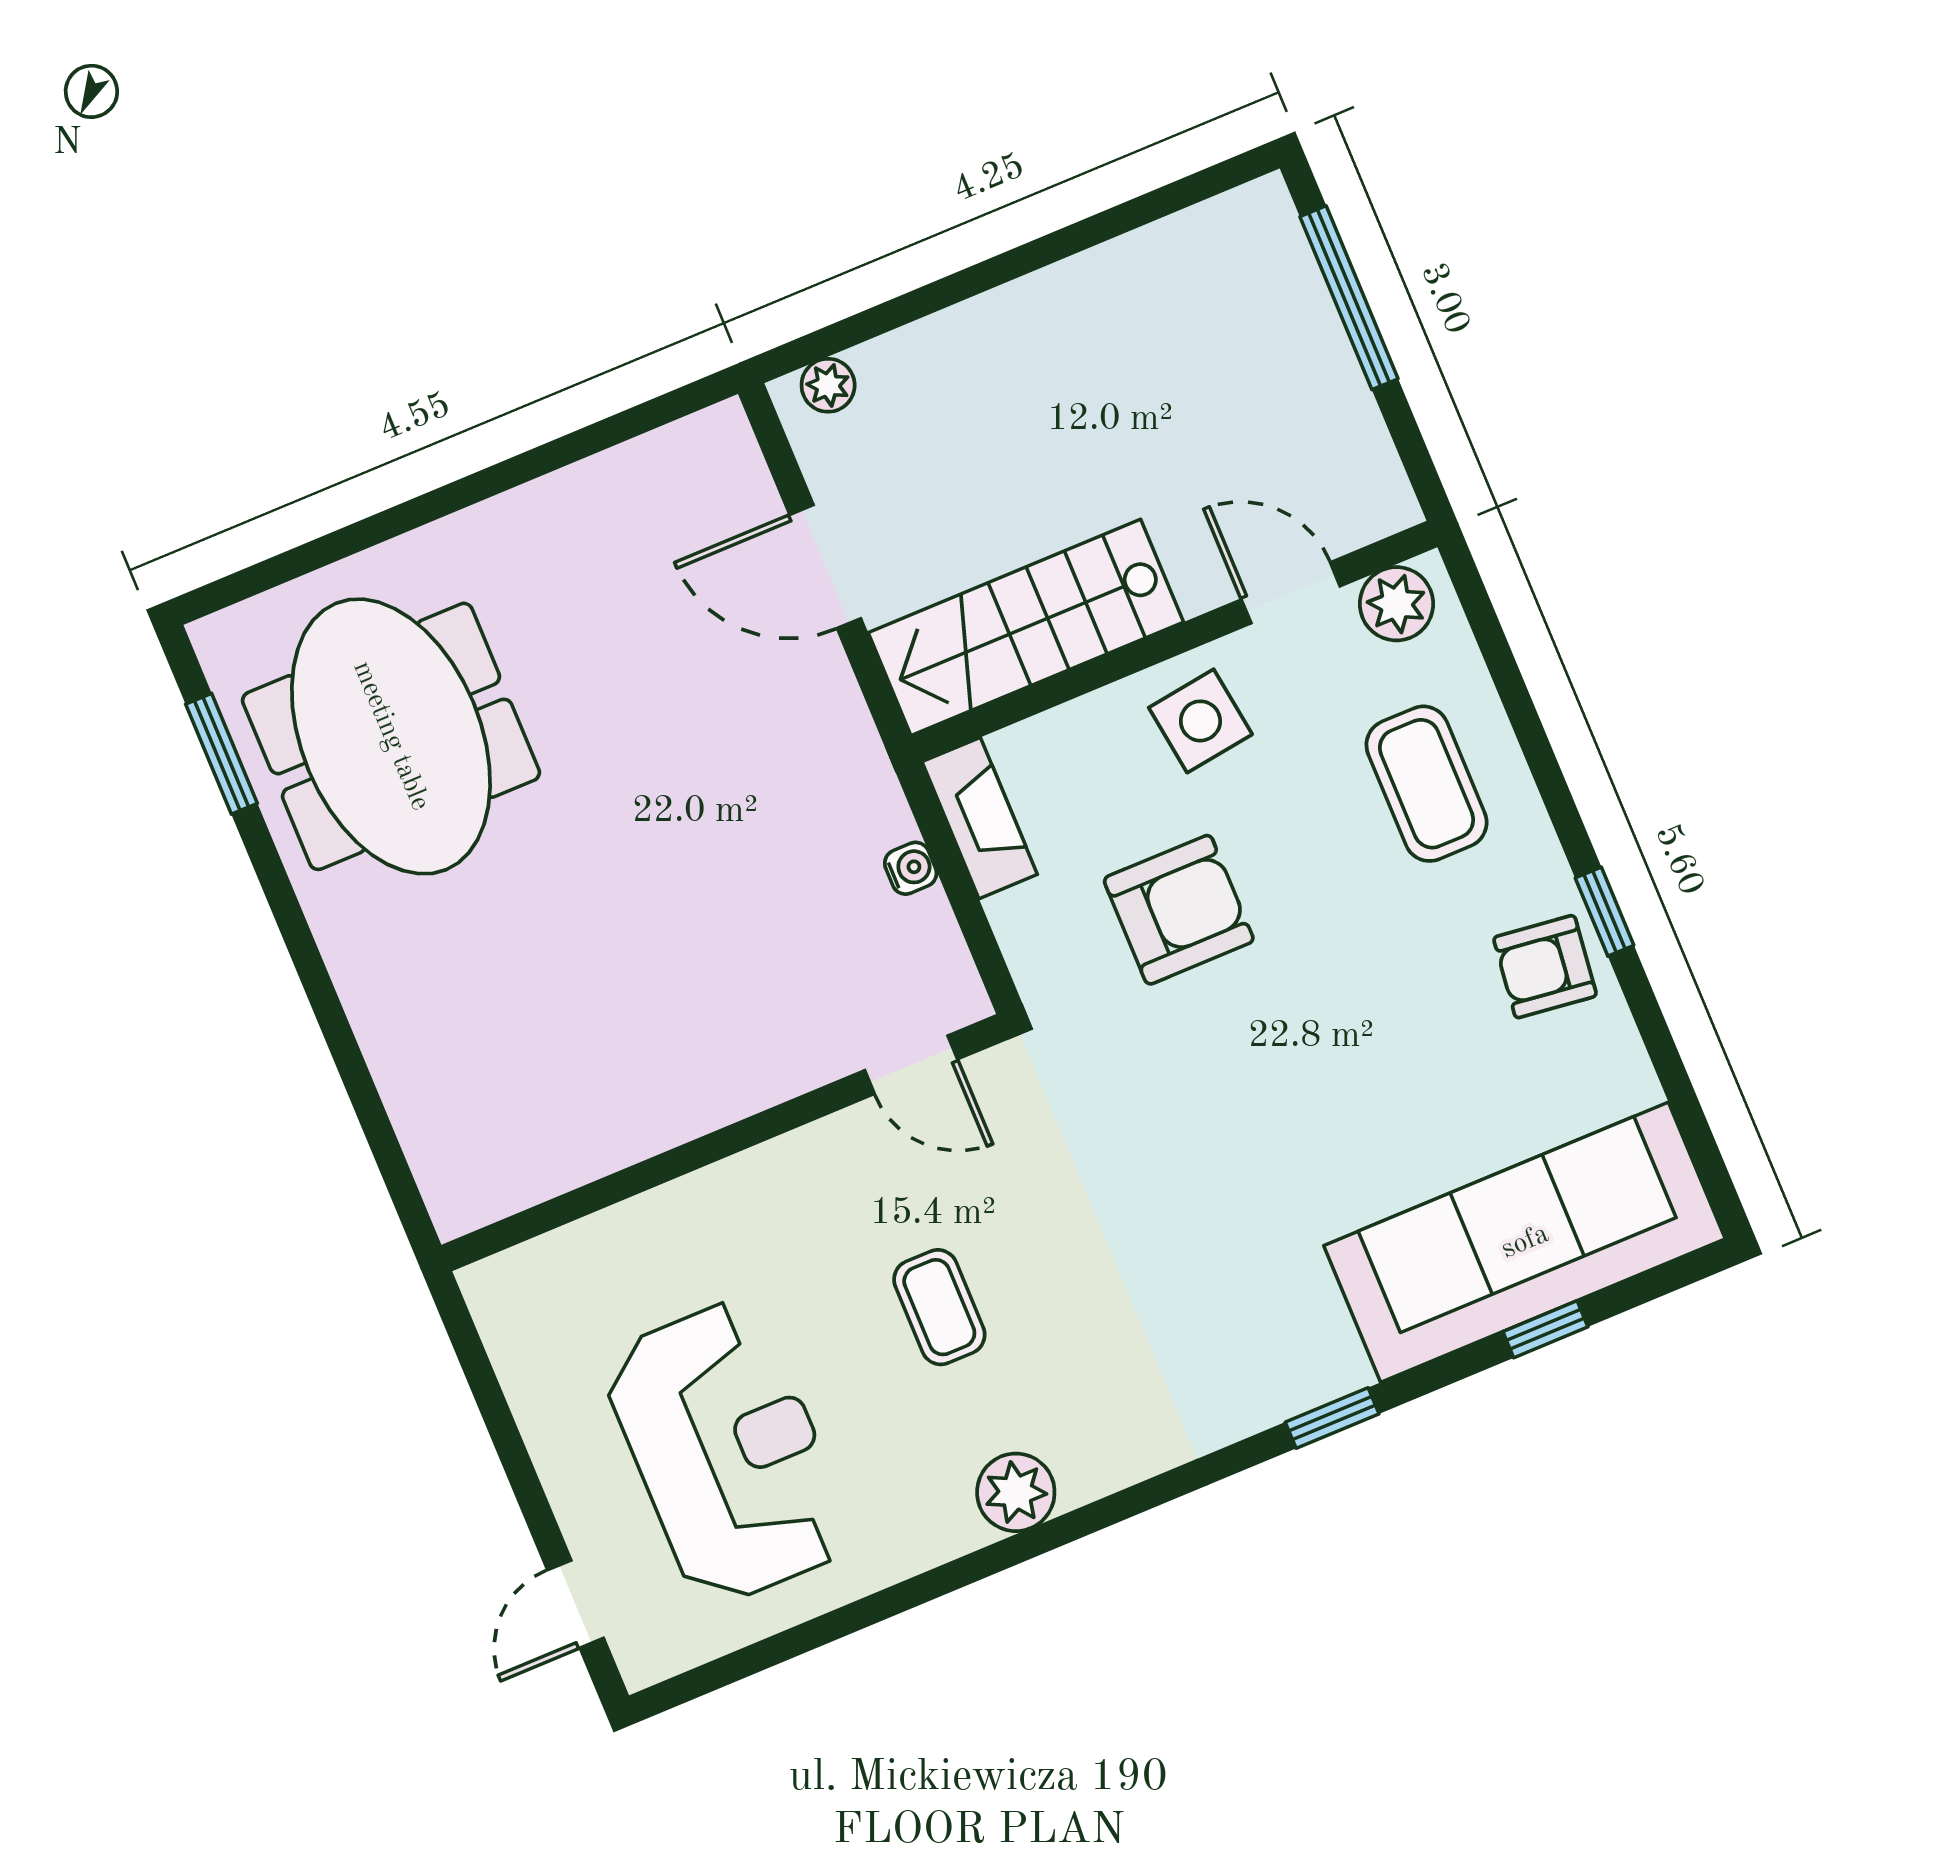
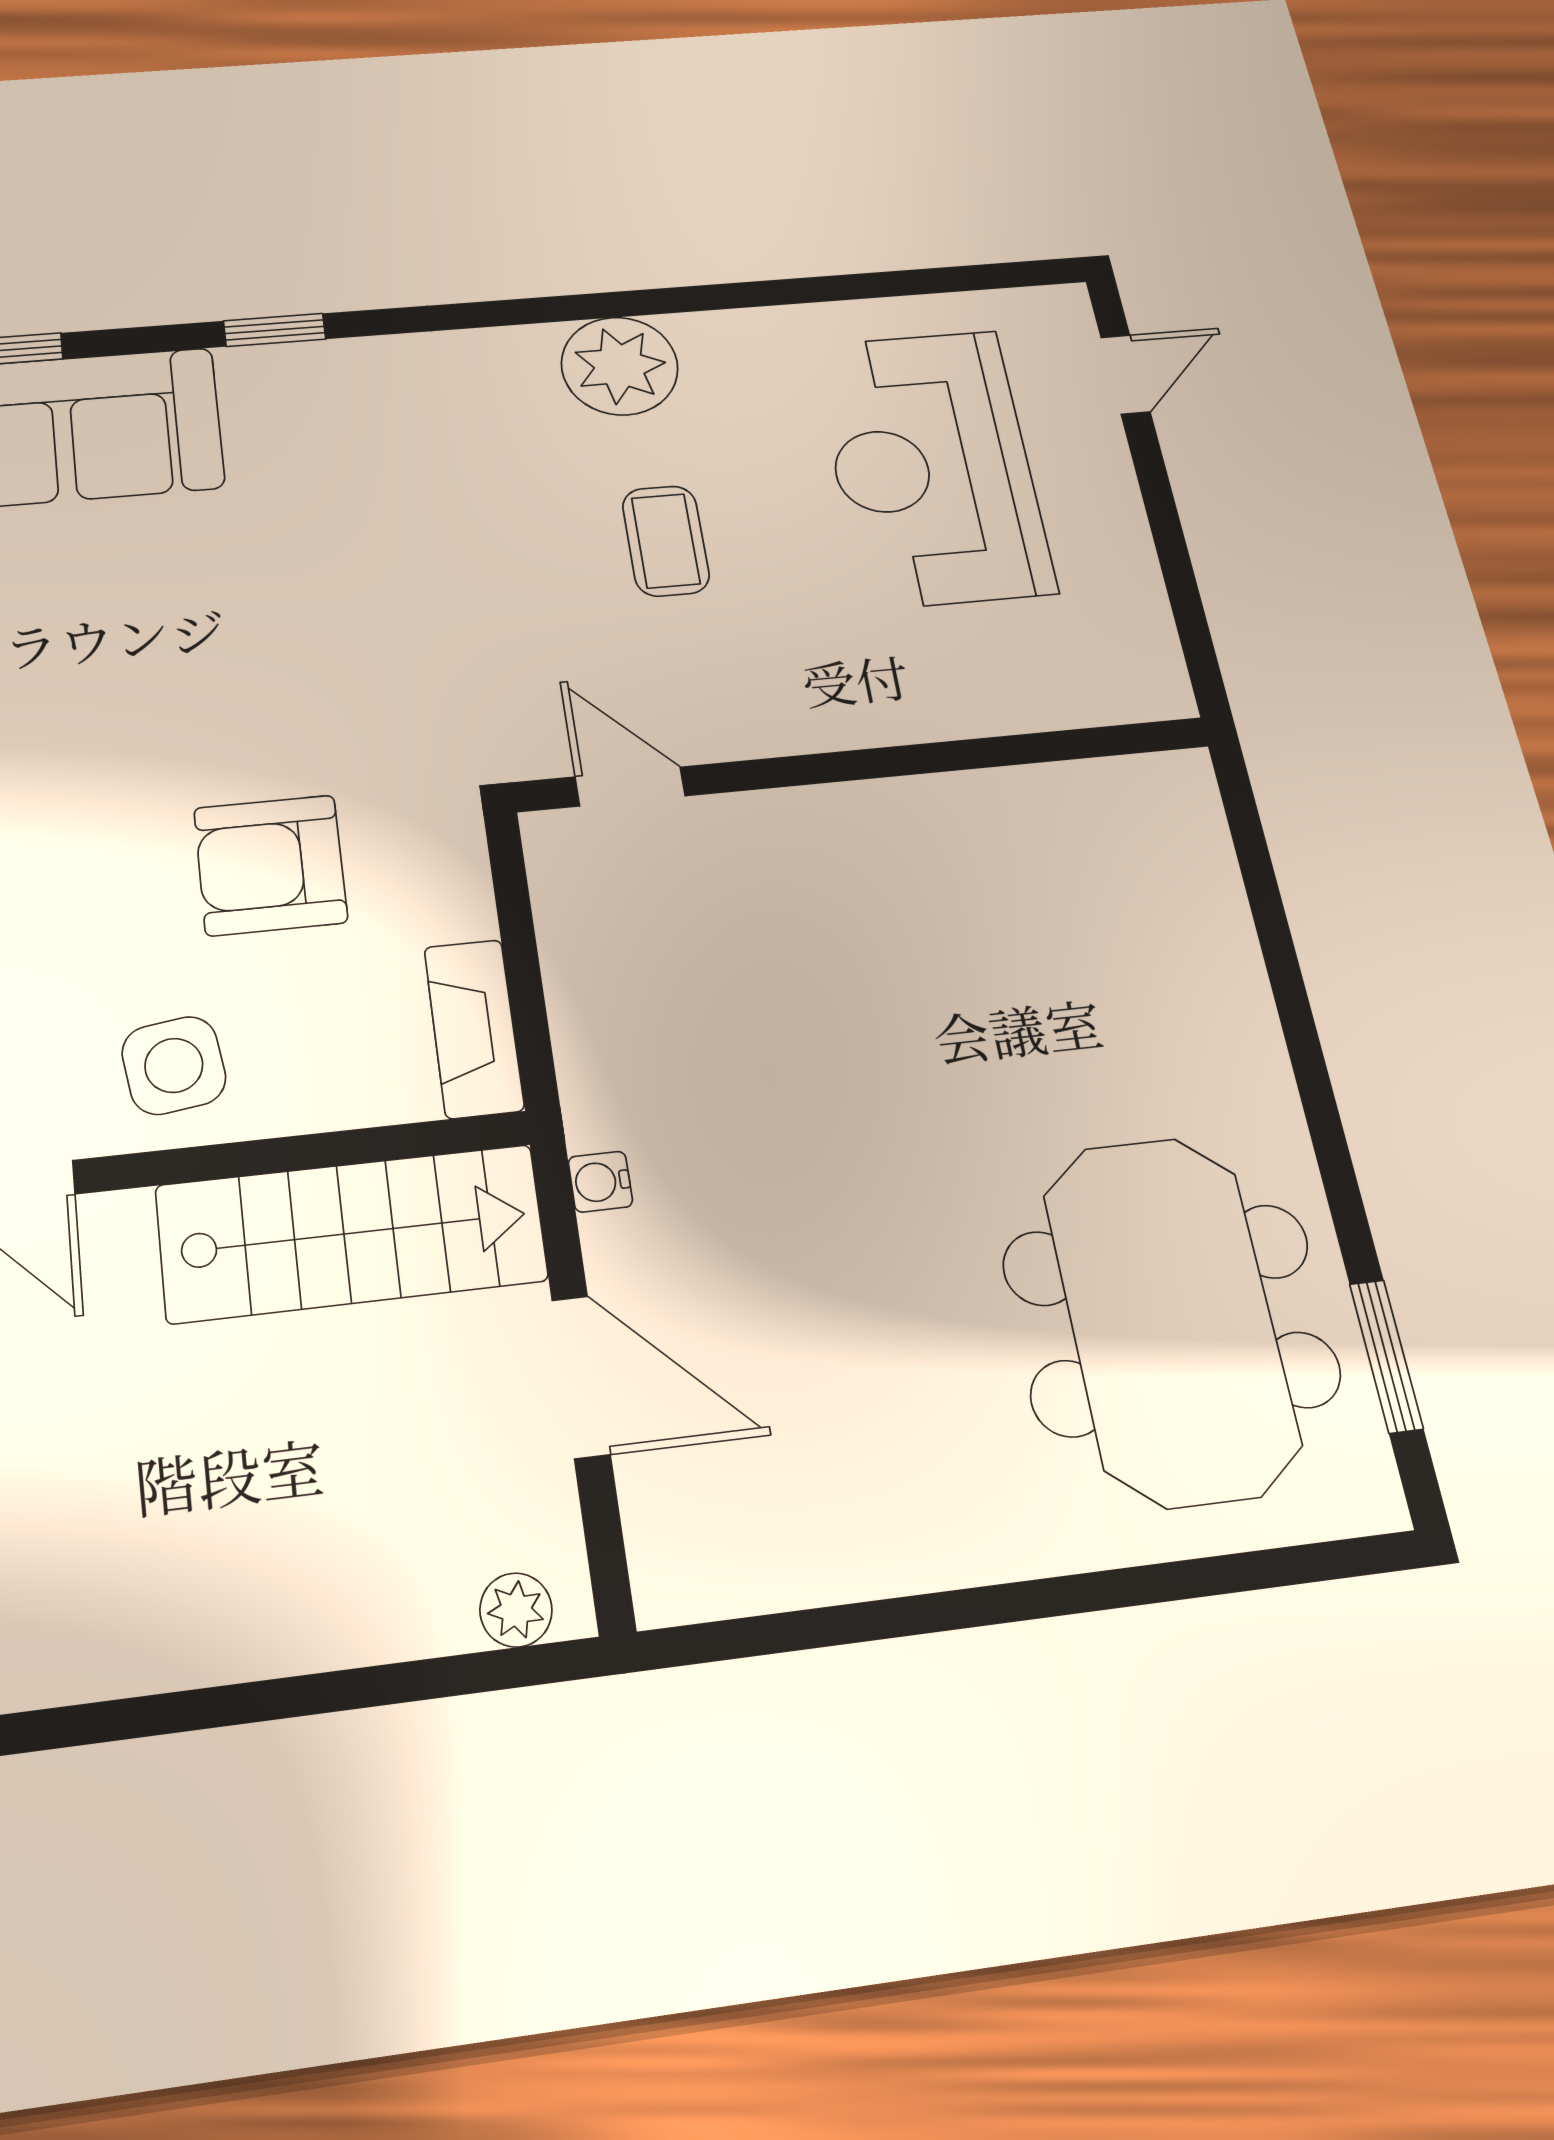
water cooler: (911, 868) -> (600, 1182), moved
plant: (1016, 1492) -> (620, 366), width x1.36, depth x1.36

